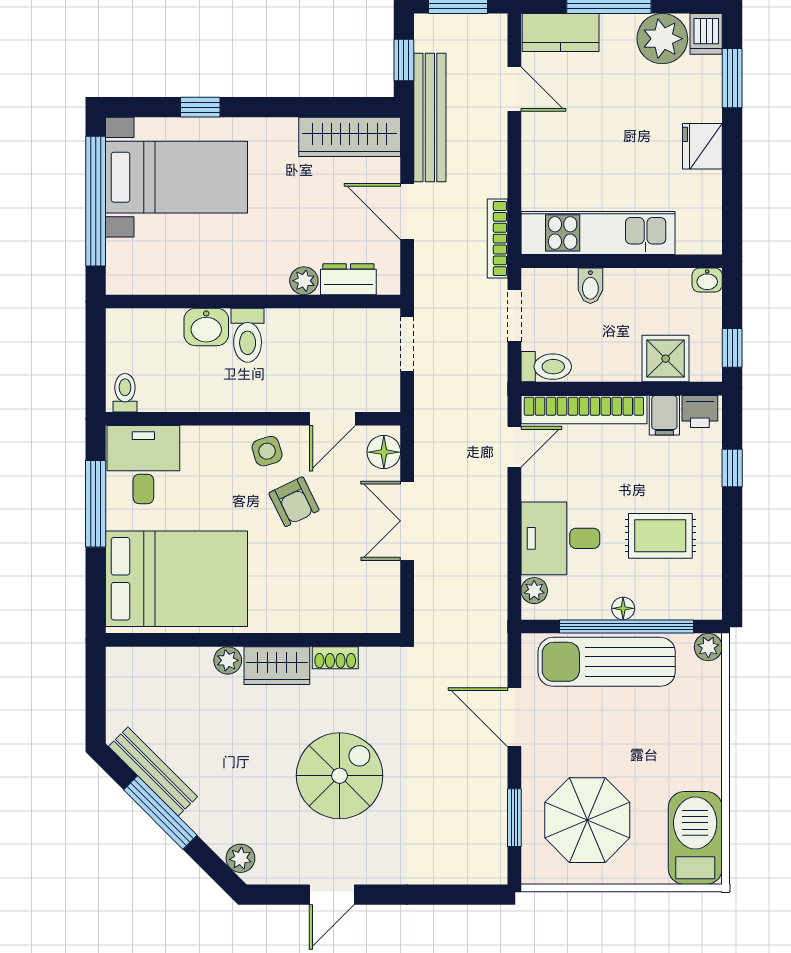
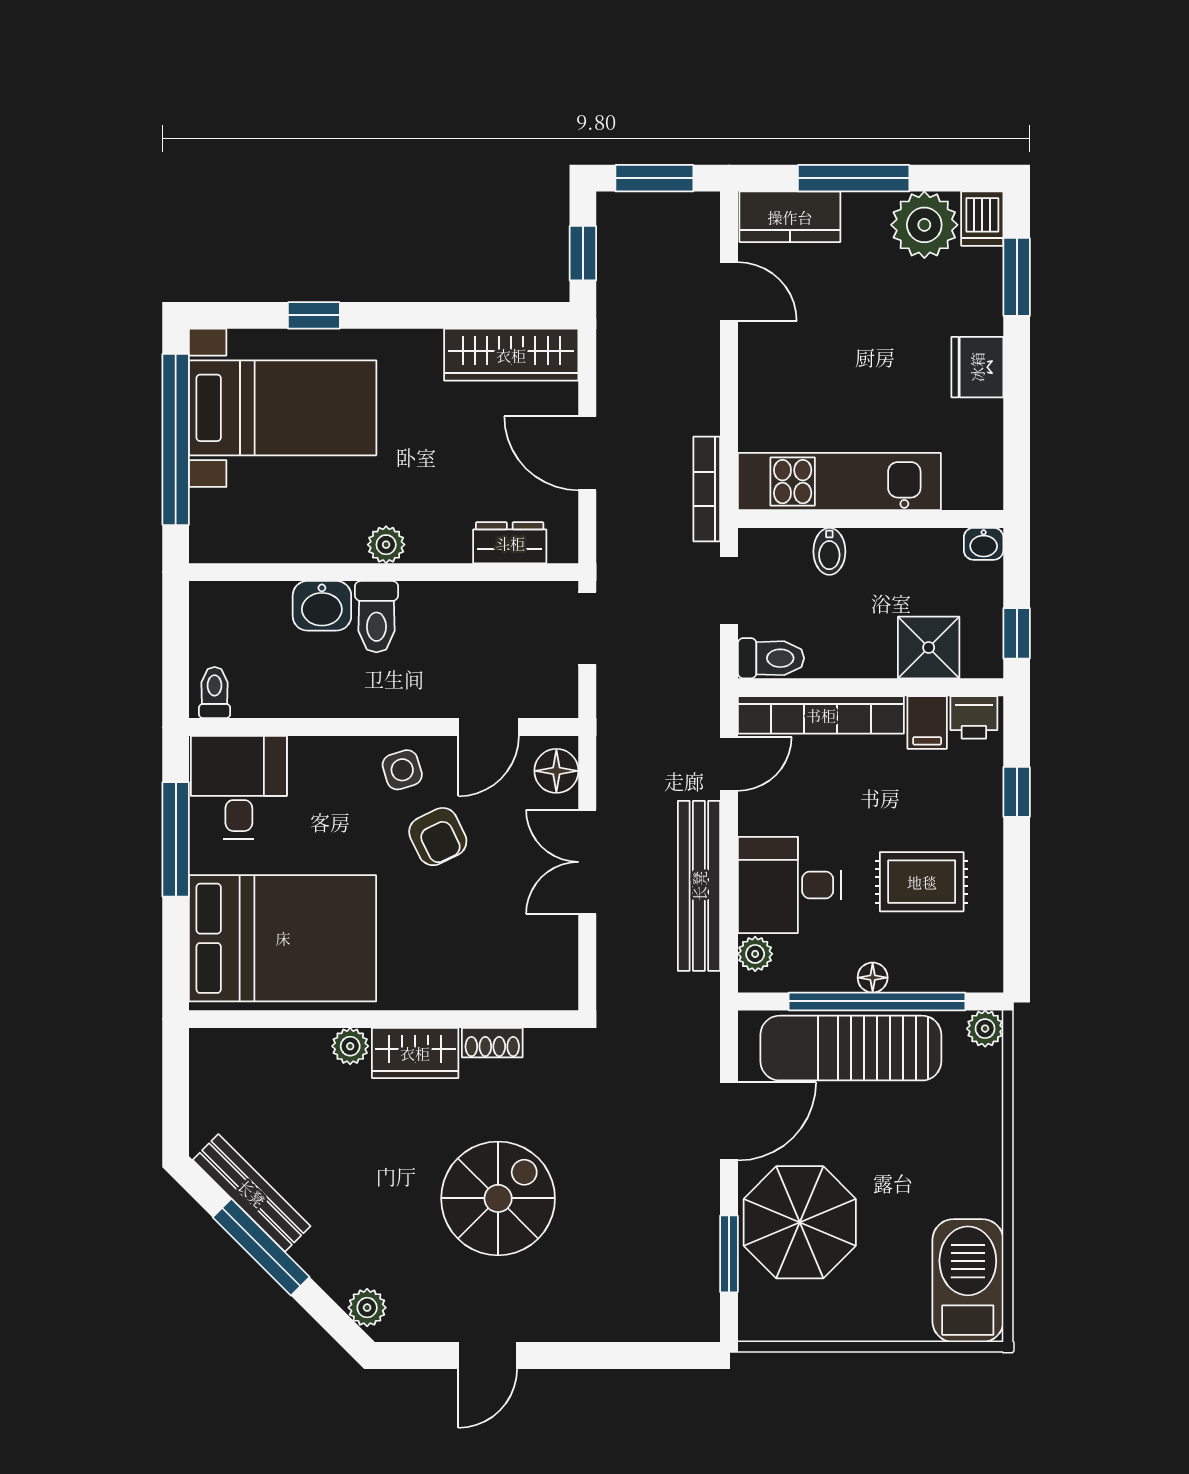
bench: (430, 117) -> (699, 886), moved
plant: (304, 281) -> (386, 545), moved
door: (514, 717) -> (729, 1121), swing flipped
parasol: (587, 820) -> (800, 1222), moved

